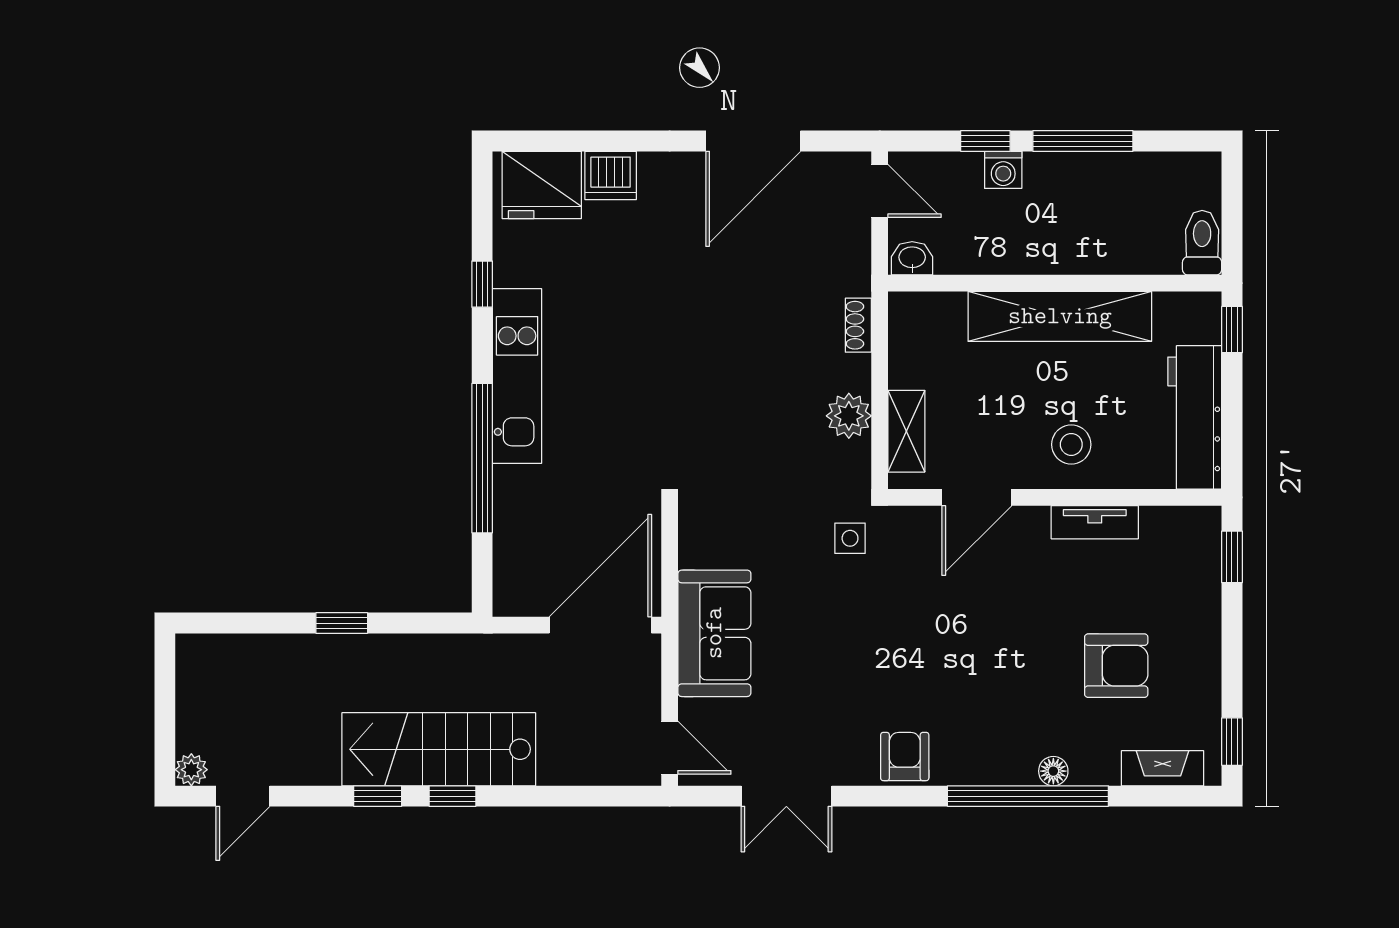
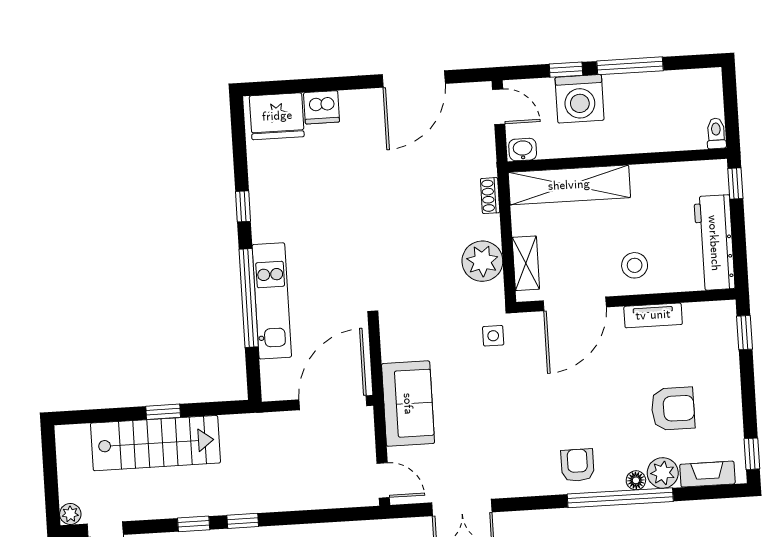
washing machine: (1003, 170) -> (580, 99), width x1.89, depth x1.89
toilet: (1202, 243) -> (716, 133), width x0.73, depth x0.72
window: (482, 284) -> (243, 206), moved
shelving: (1060, 316) -> (569, 185), moved
kitchen unit: (517, 376) -> (272, 301), moved
plant: (849, 416) -> (482, 261), width x1.36, depth x1.36
door: (977, 497) -> (575, 304), width x1.36
stairs: (439, 749) -> (155, 443), moved, turned 180
armchair: (905, 757) -> (578, 465), moved
plant: (1095, 762) -> (663, 473), added

